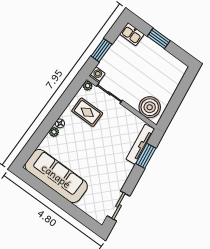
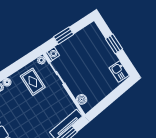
kitchen sink: (132, 34) -> (119, 71), moved
boiler: (150, 107) -> (82, 99), width x0.54, depth x0.54

